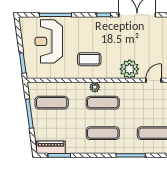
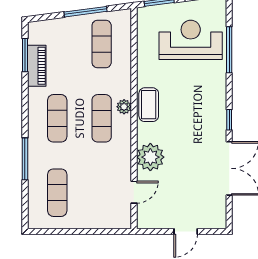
coffee table: (89, 59) -> (149, 105), moved
door: (154, 80) -> (134, 192), hinge flipped
piano: (51, 147) -> (37, 66), moved

